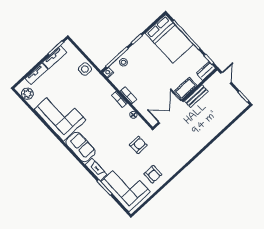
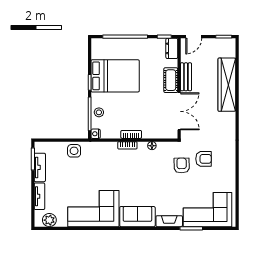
bed: (169, 39) -> (115, 76), moved
door: (226, 78) -> (194, 37), swing flipped
double door: (171, 112) -> (179, 111), swing flipped
wardrobe: (215, 126) -> (227, 85), added
armchair: (153, 174) -> (203, 159), moved

